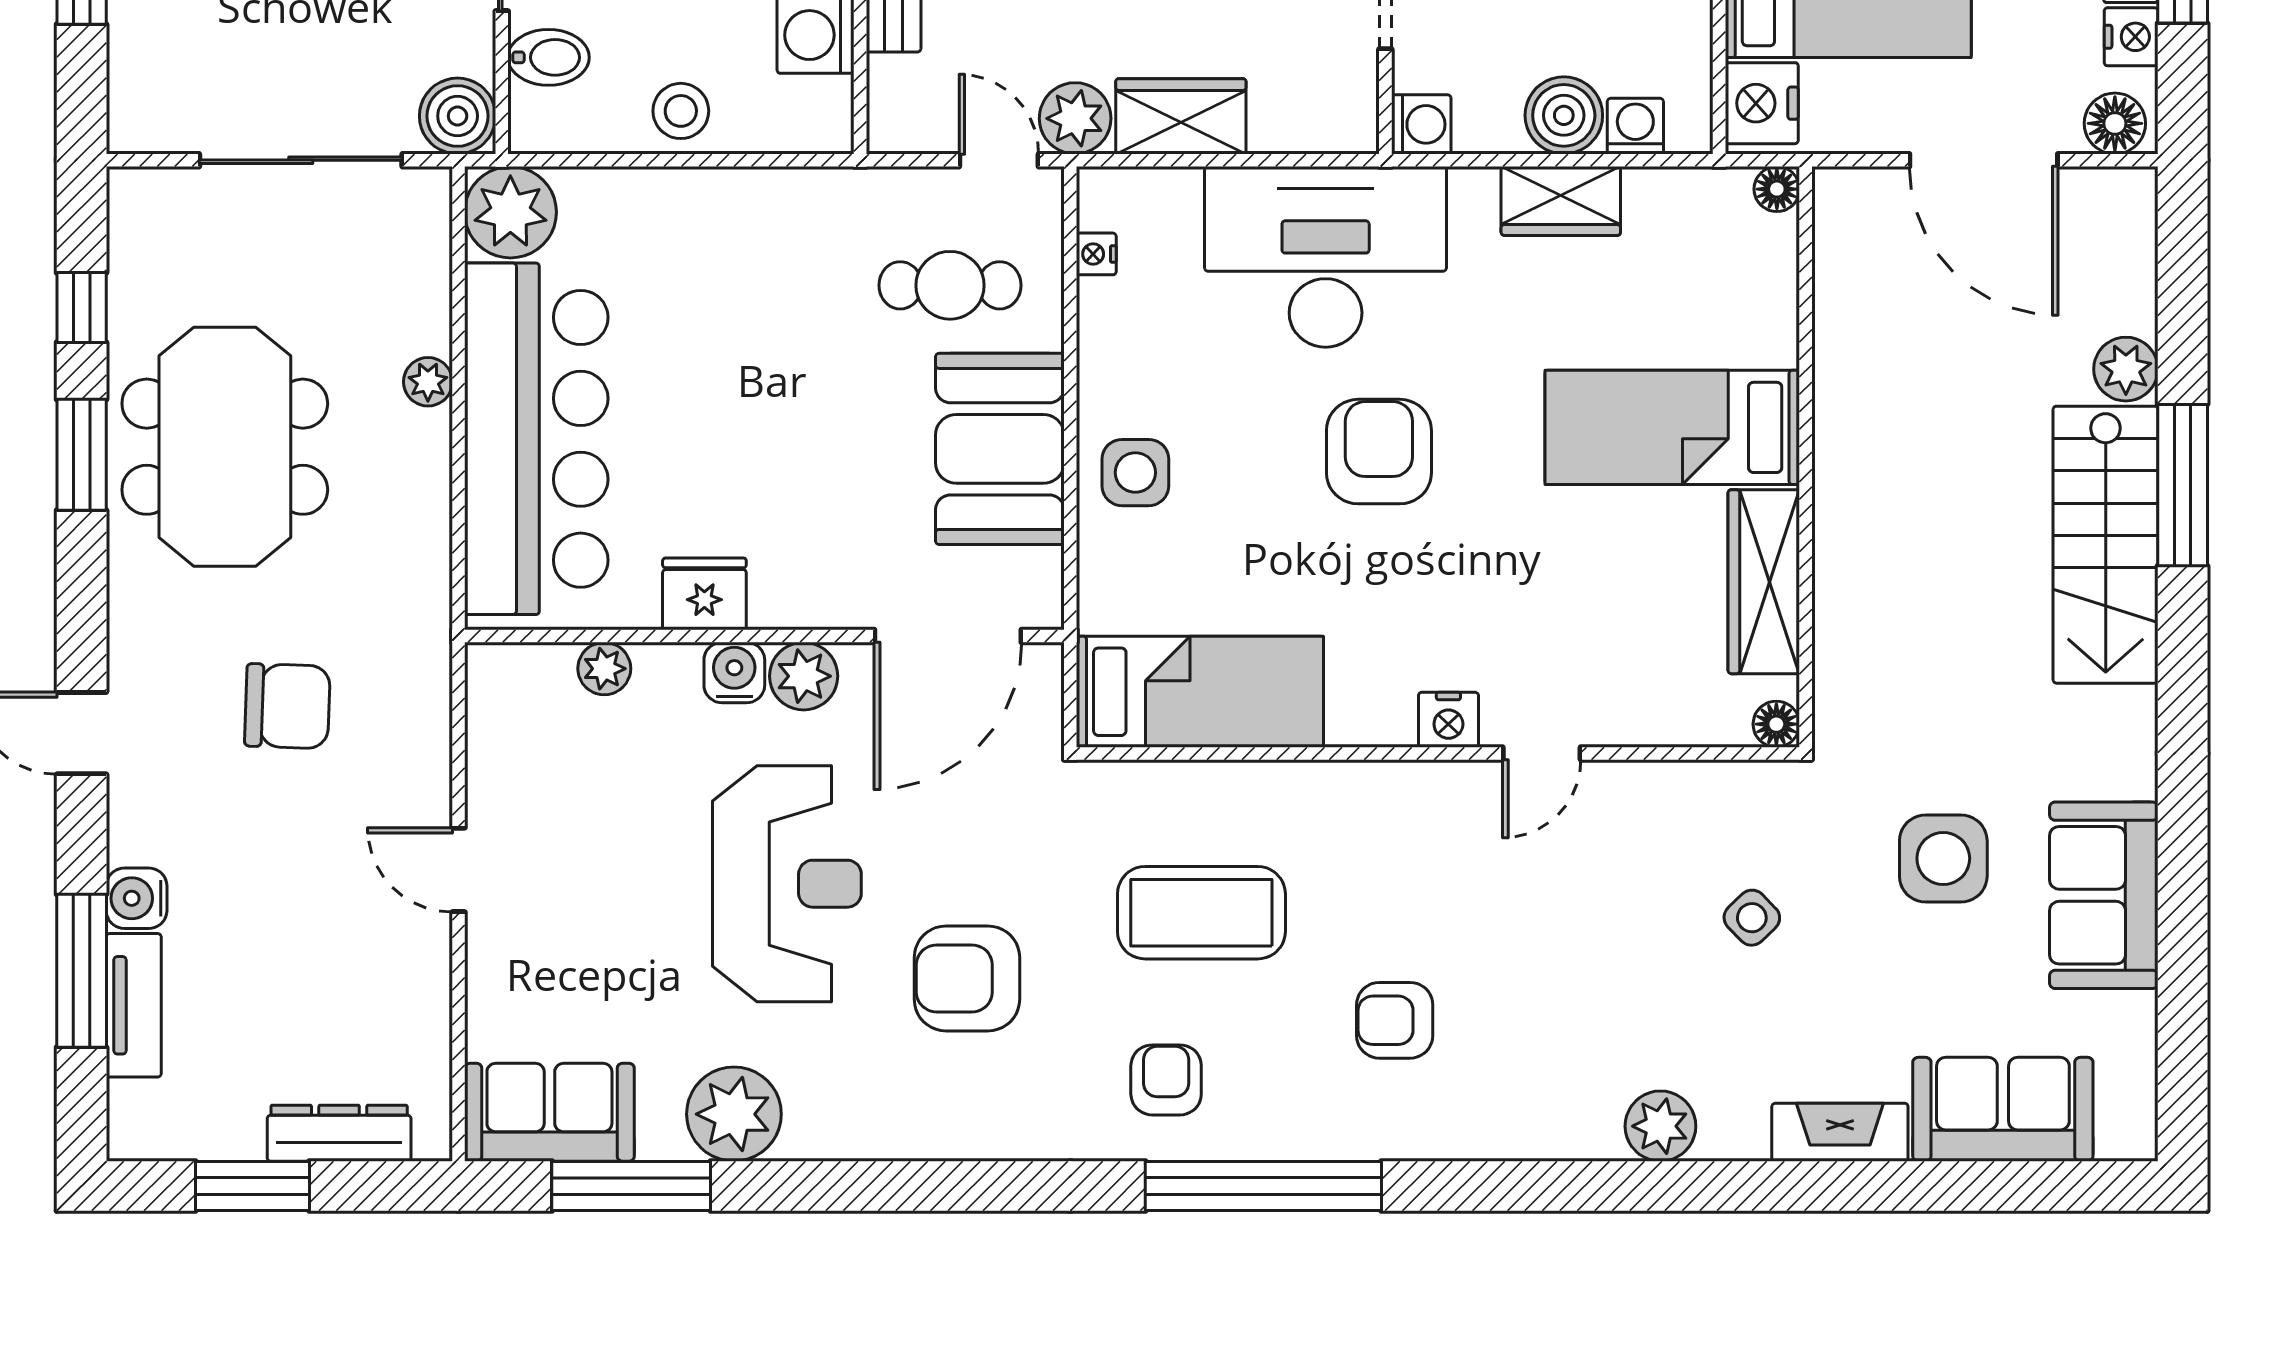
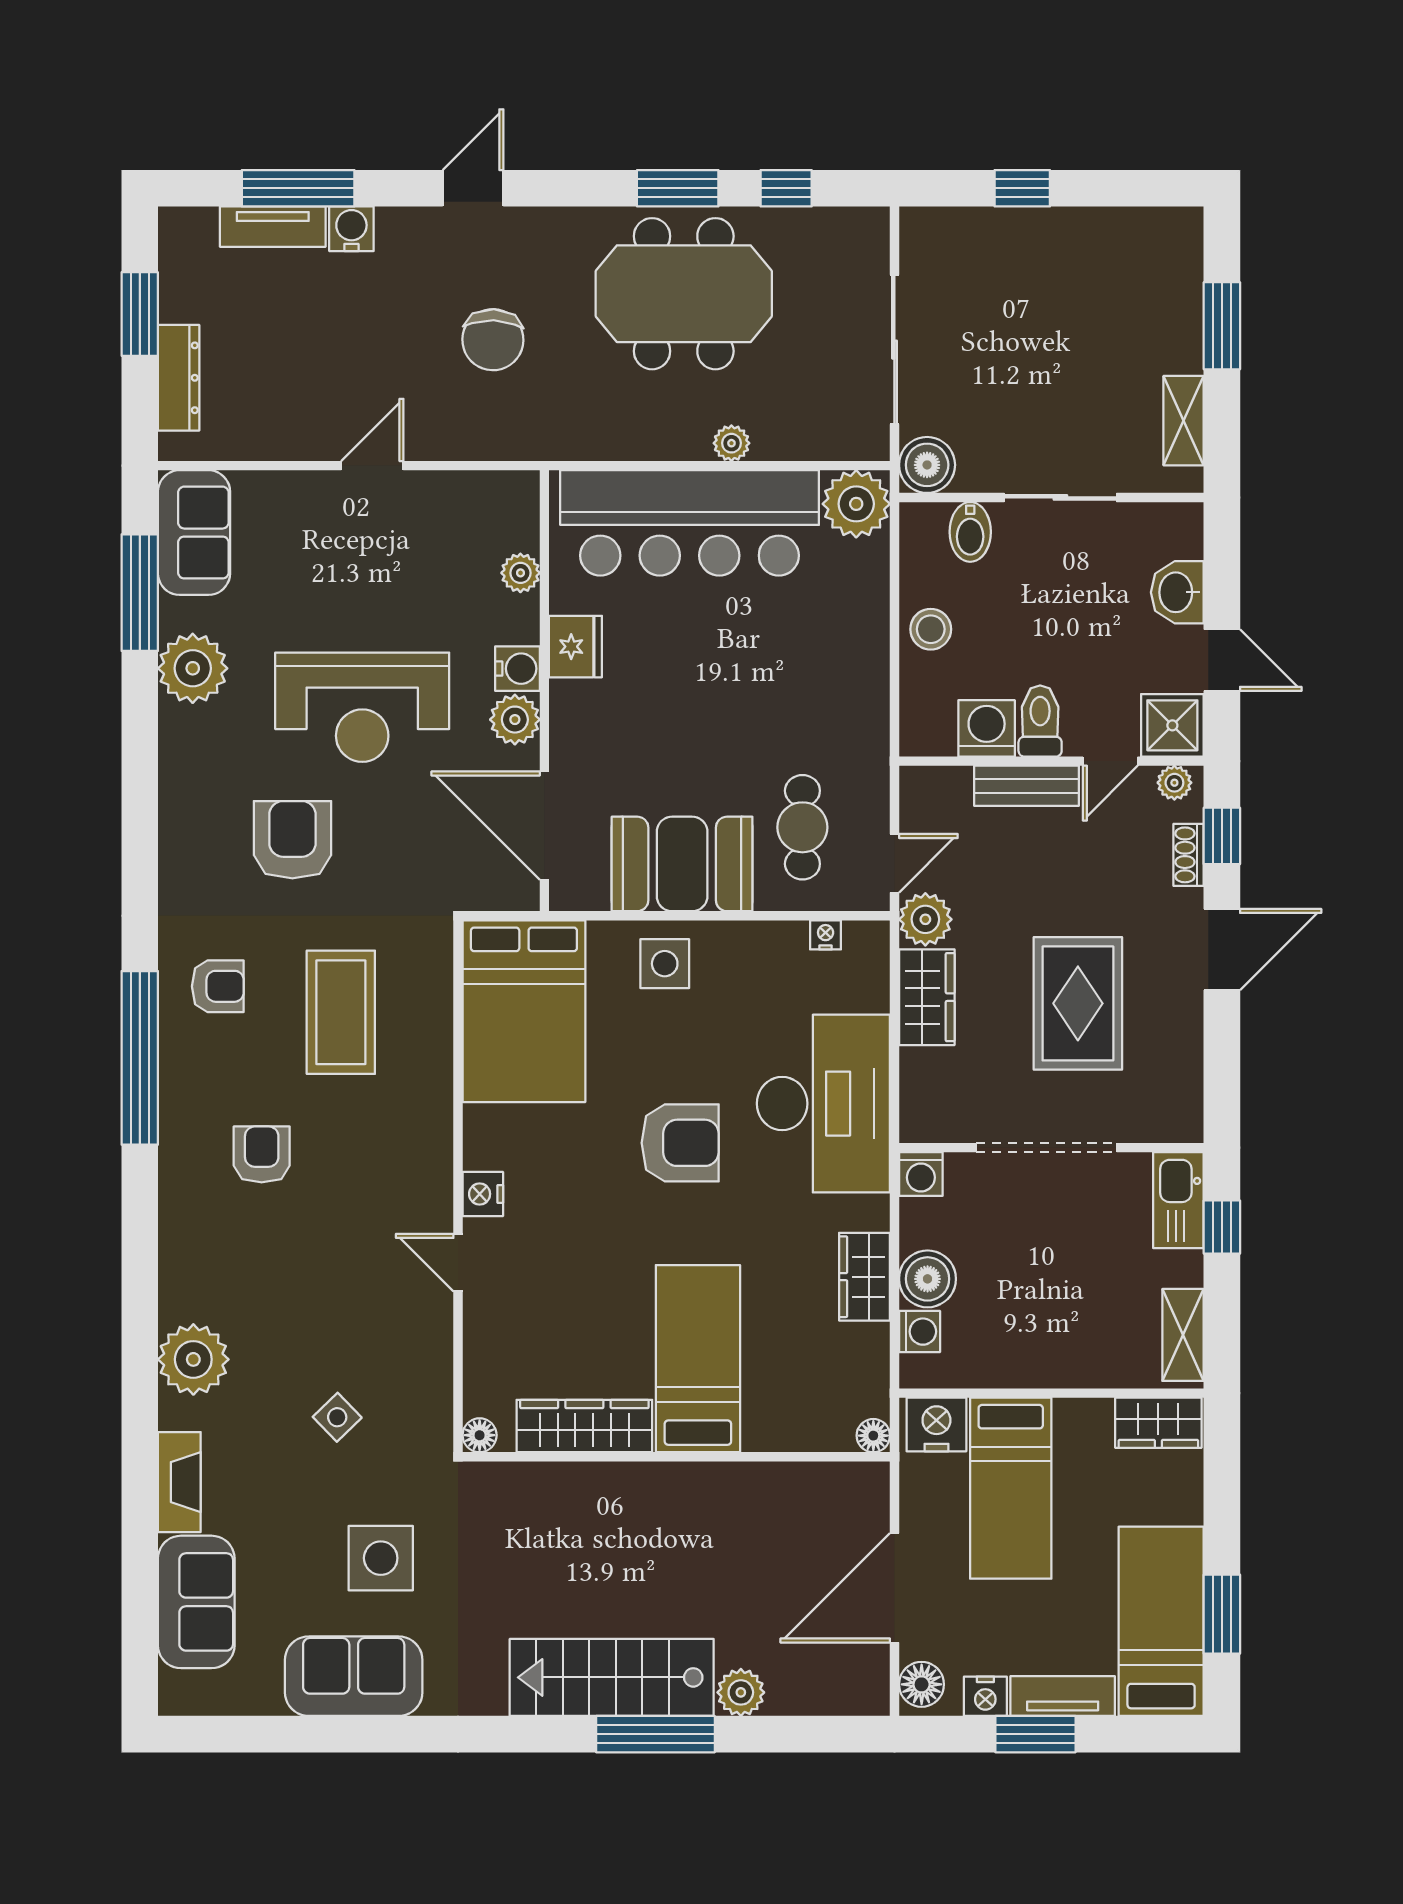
bed: (1200, 692) -> (524, 1011), width x1.50
plant: (1660, 1126) -> (193, 1359), width x1.36, depth x1.36

